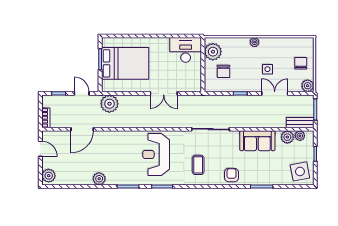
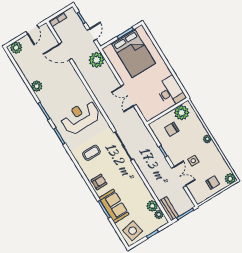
plant: (308, 86) -> (230, 179), moved
sofa: (257, 141) -> (114, 206), moved, turned 180

